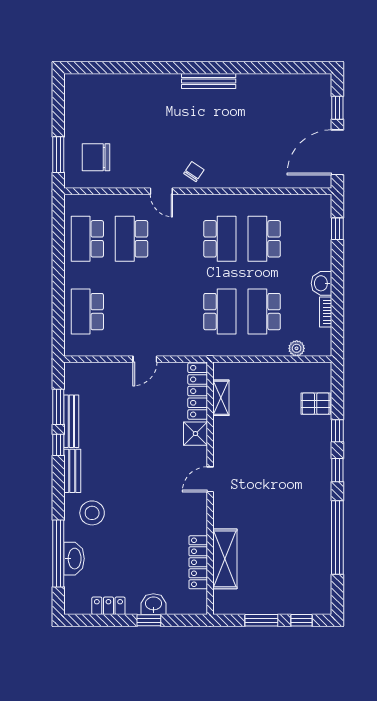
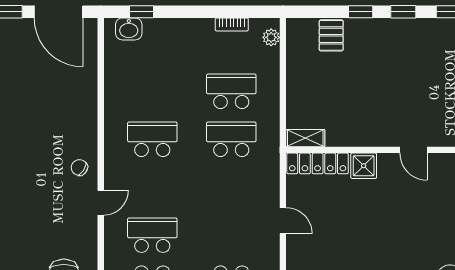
school desk: (132, 239) -> (152, 235), turned 180
school desk: (264, 239) -> (152, 91), removed
washbasin: (322, 283) -> (129, 29), moved
school desk: (264, 312) -> (231, 91), turned 180
plant: (297, 348) -> (271, 37), moved
shelving: (221, 398) -> (305, 138), moved

